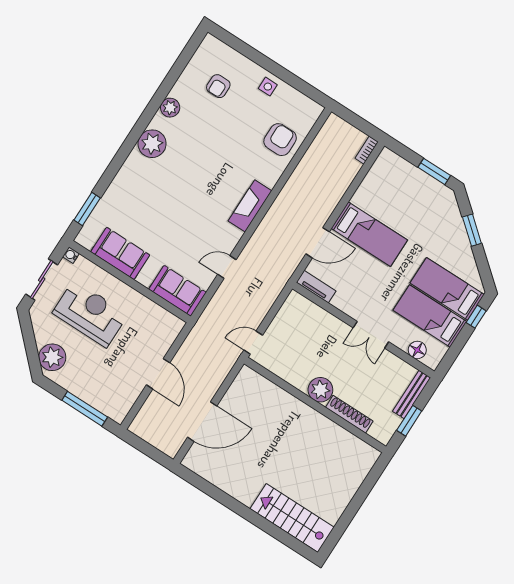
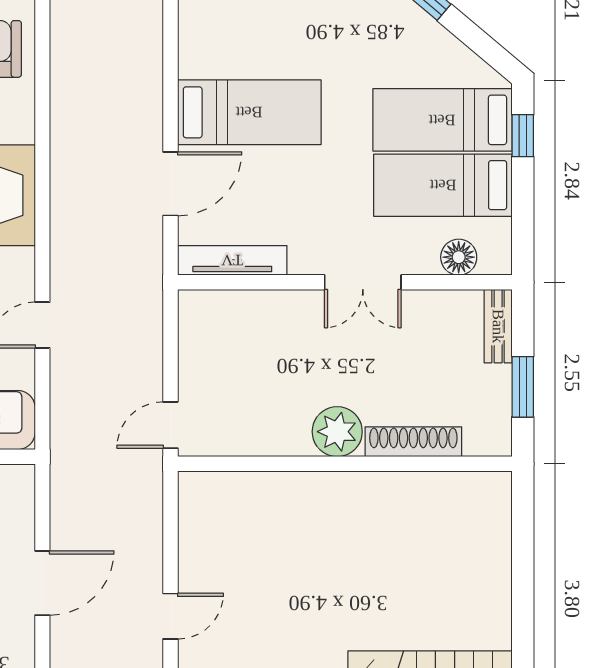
tv unit: (316, 287) -> (232, 260), width x1.41
door: (158, 374) -> (42, 583), hinge flipped
bench: (412, 394) -> (498, 326), width x0.73
door: (202, 422) -> (170, 616), width x0.53

